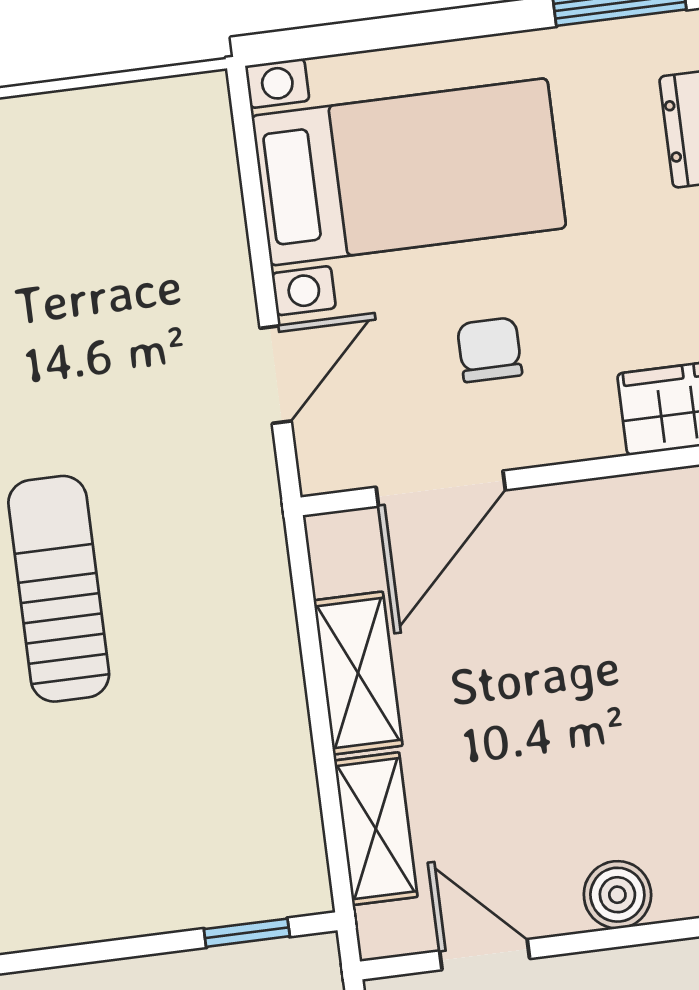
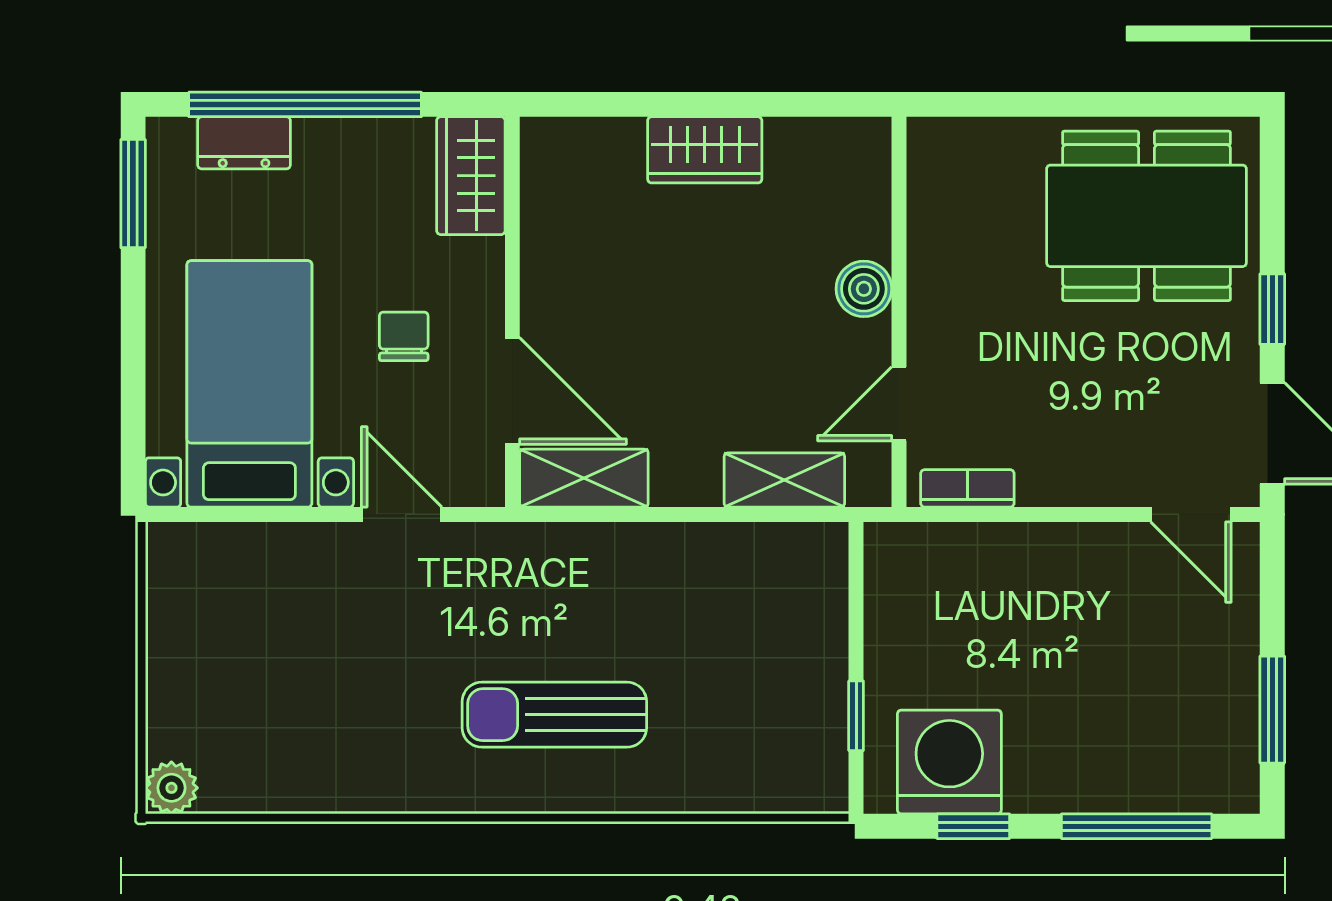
chair: (490, 350) -> (404, 336), turned 90
shelving: (358, 673) -> (584, 478), moved
window: (247, 933) -> (856, 716), moved

